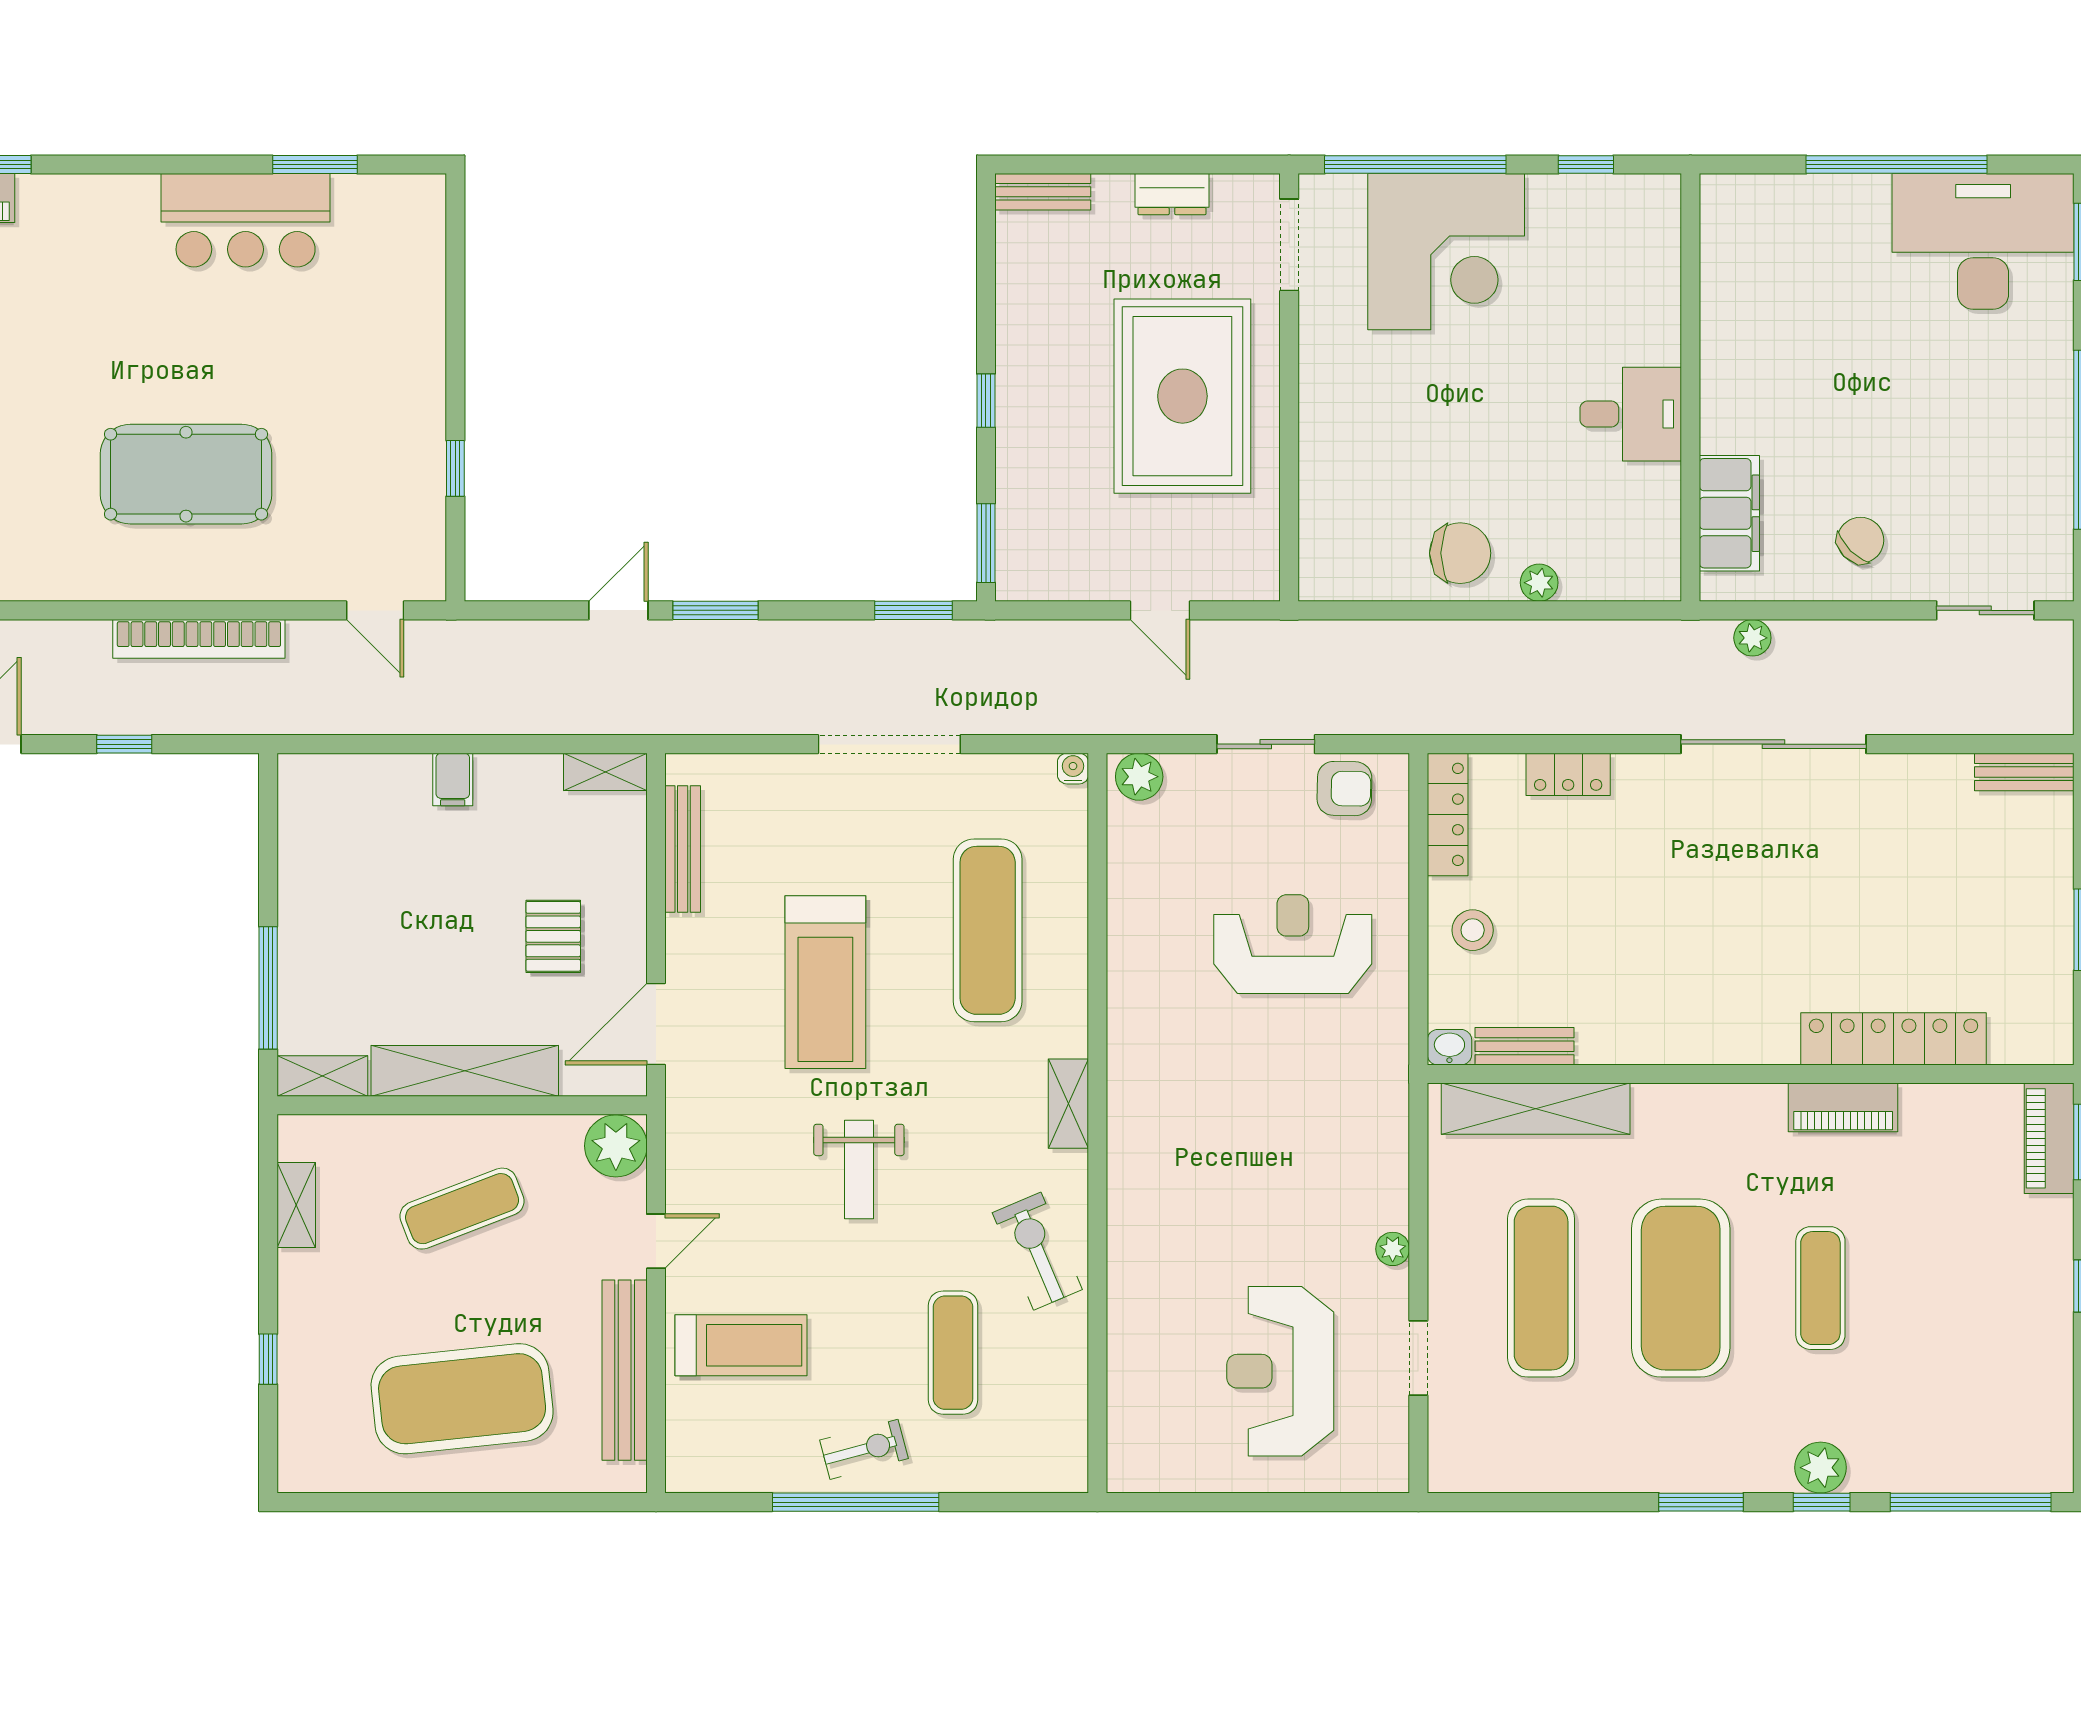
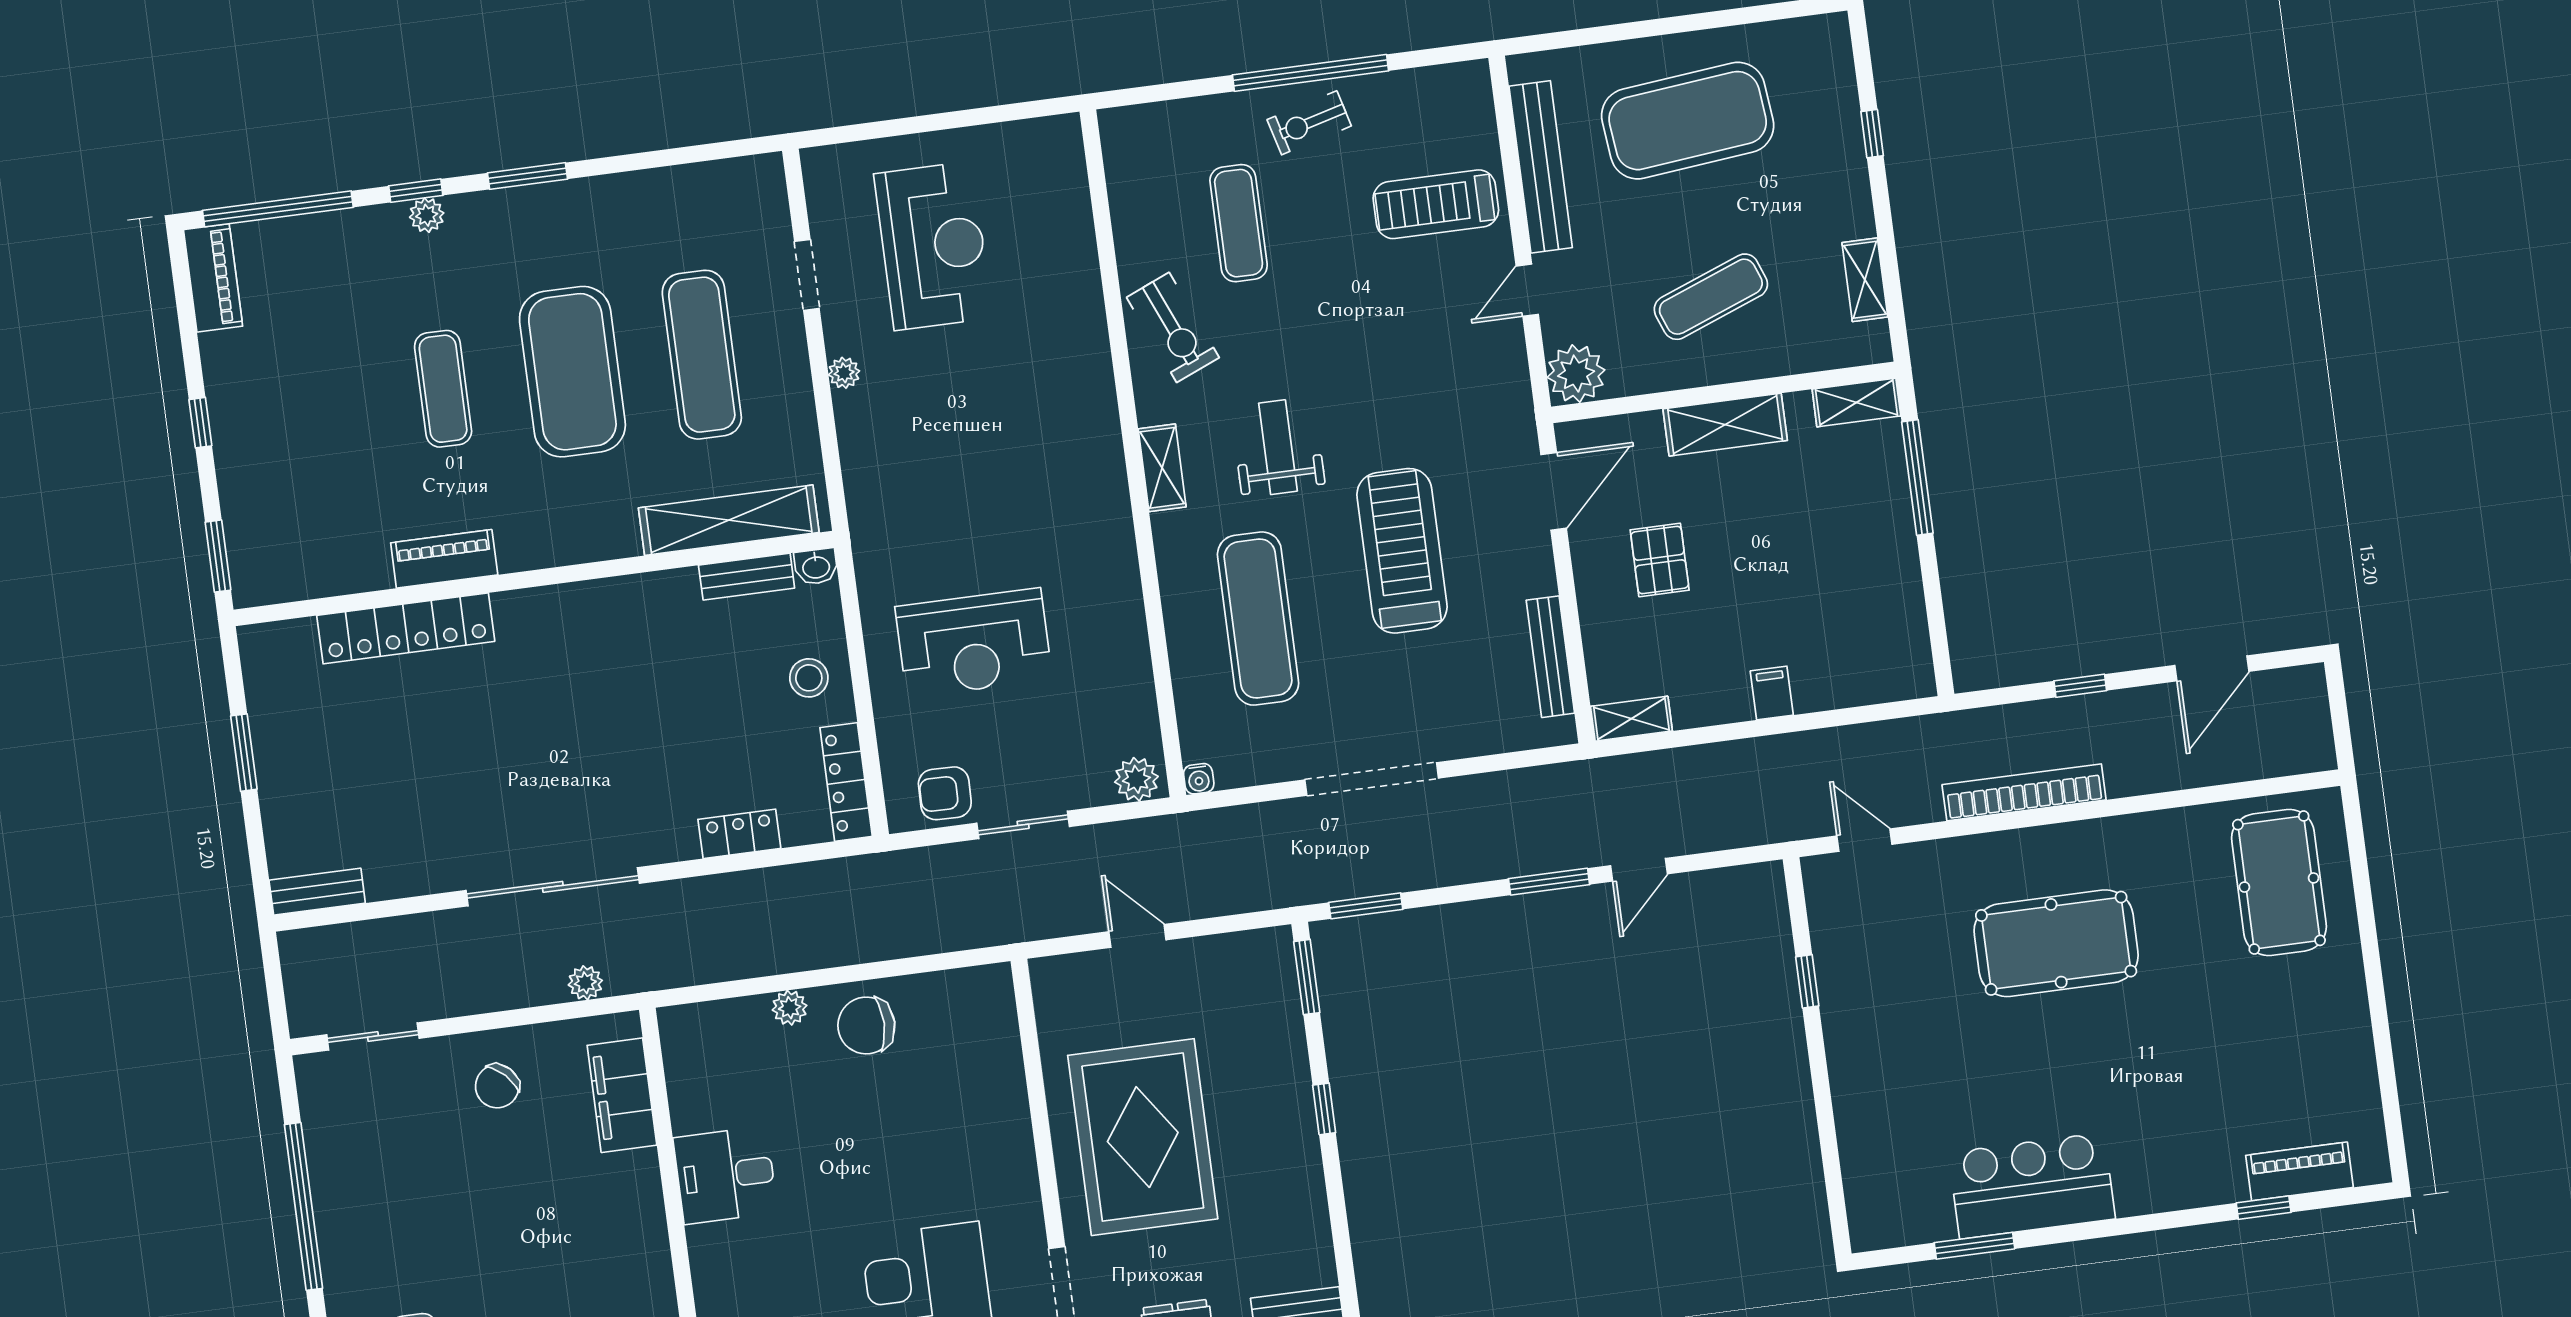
shelving: (465, 1071) -> (1725, 425), width x0.68
piano: (2049, 1138) -> (213, 278), moved
weight bench: (859, 1170) -> (1278, 447), moved
plant: (1821, 1468) -> (427, 215), width x0.73, depth x0.73

